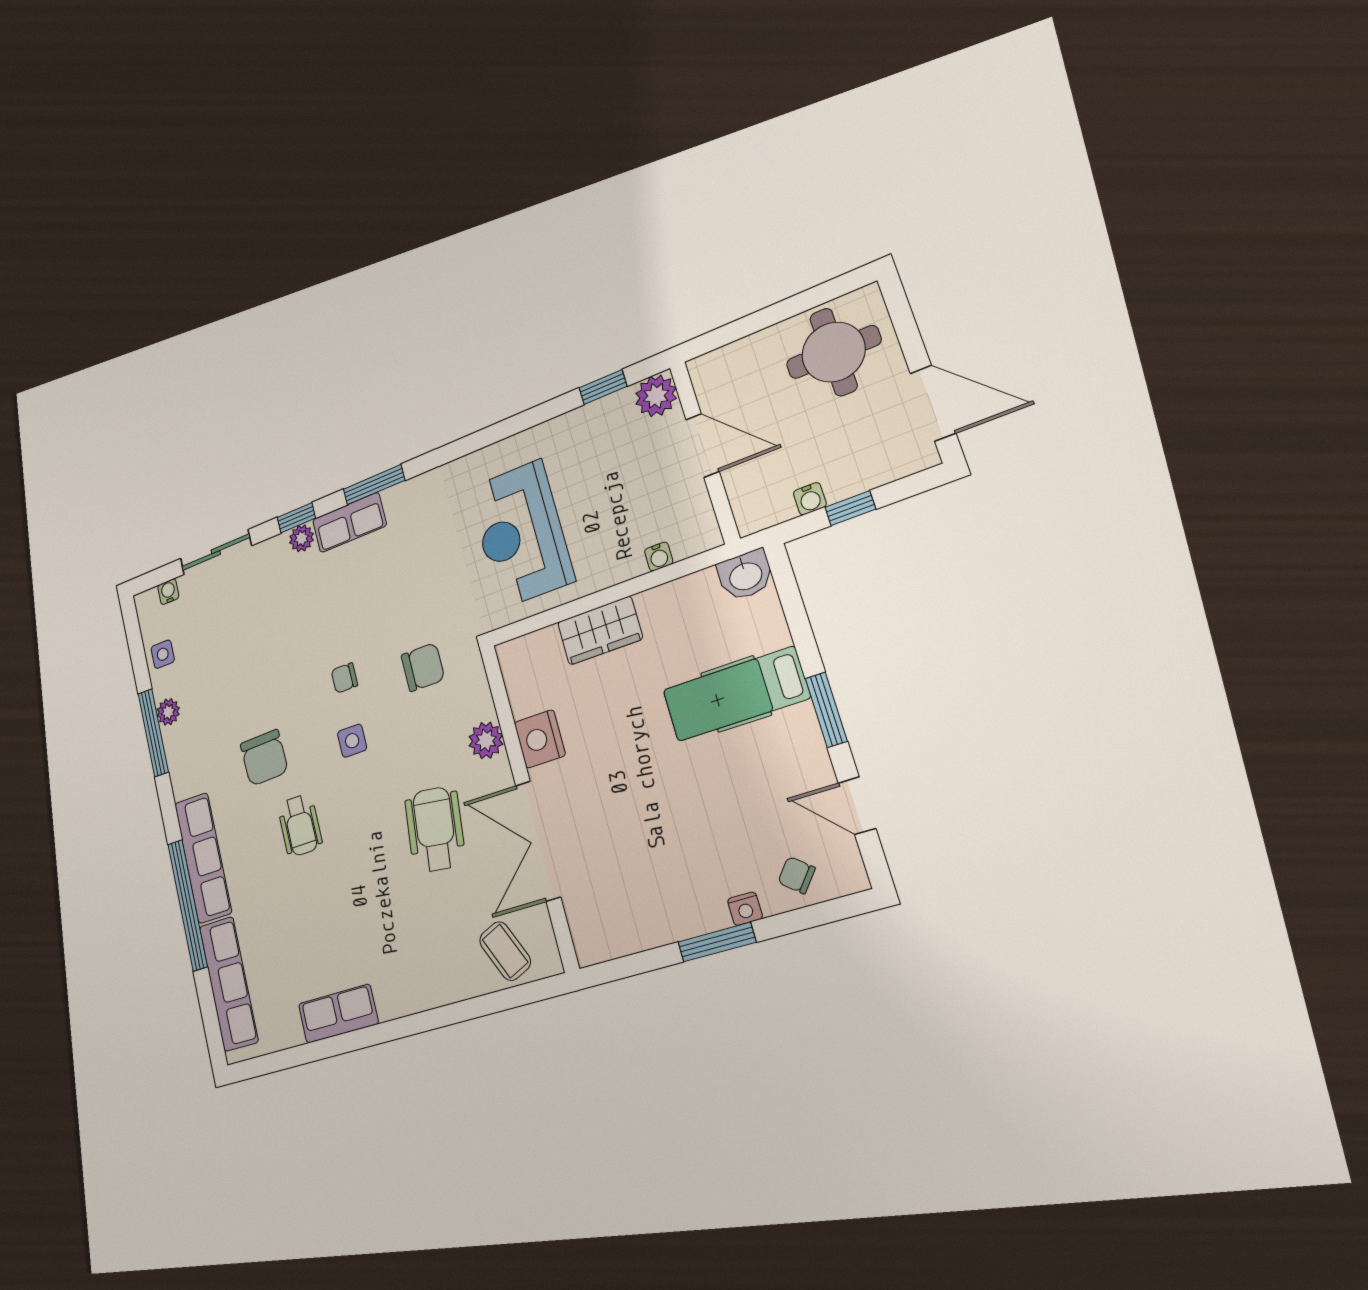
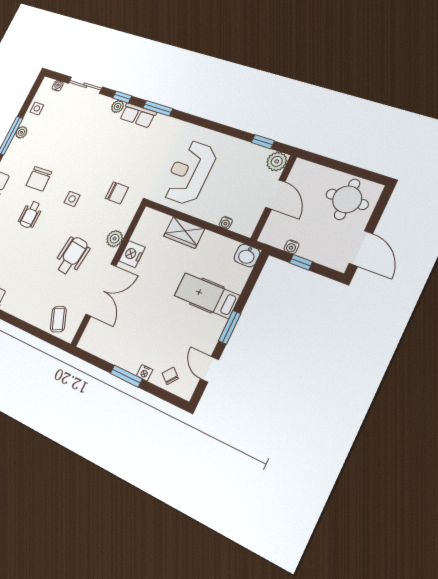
chair: (344, 678) -> (88, 173), removed
double door: (538, 841) -> (101, 290), swing flipped

